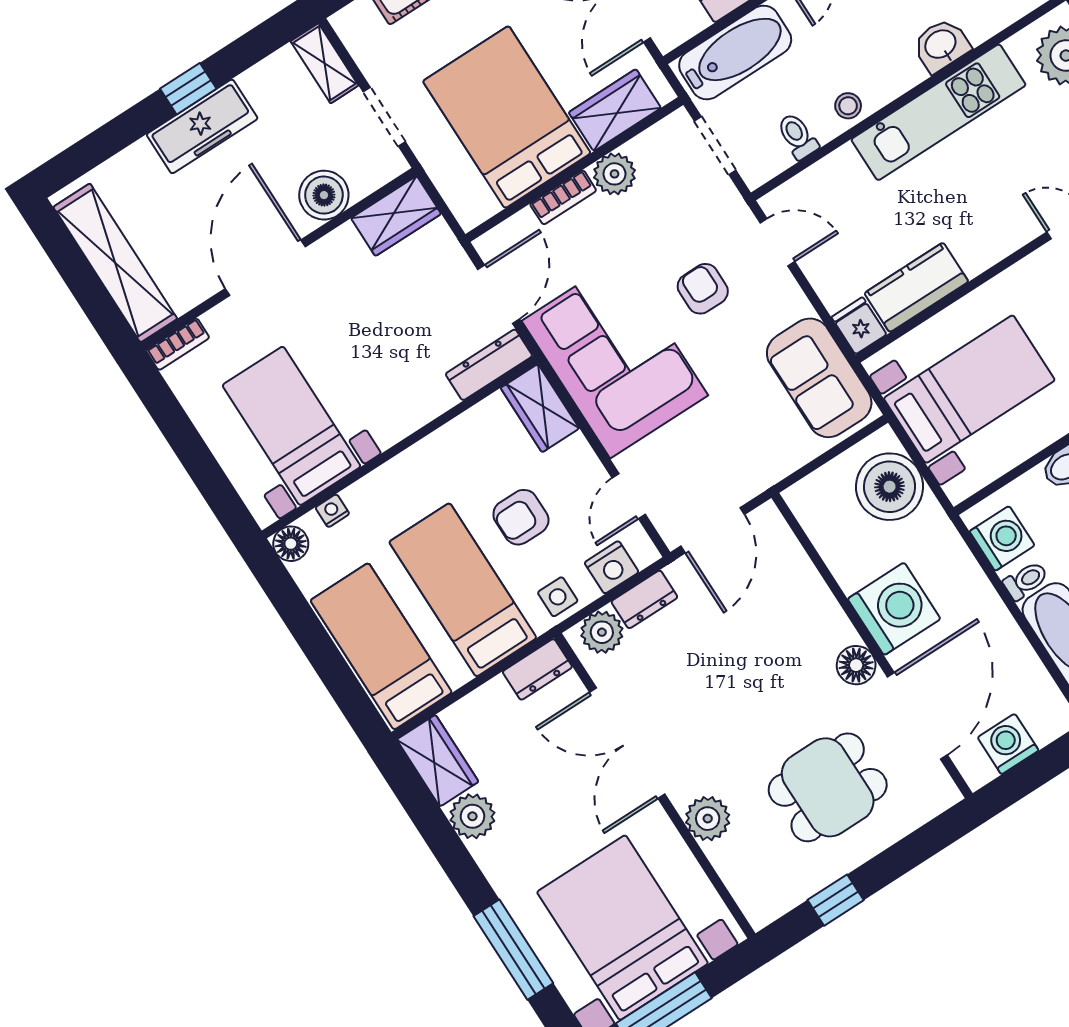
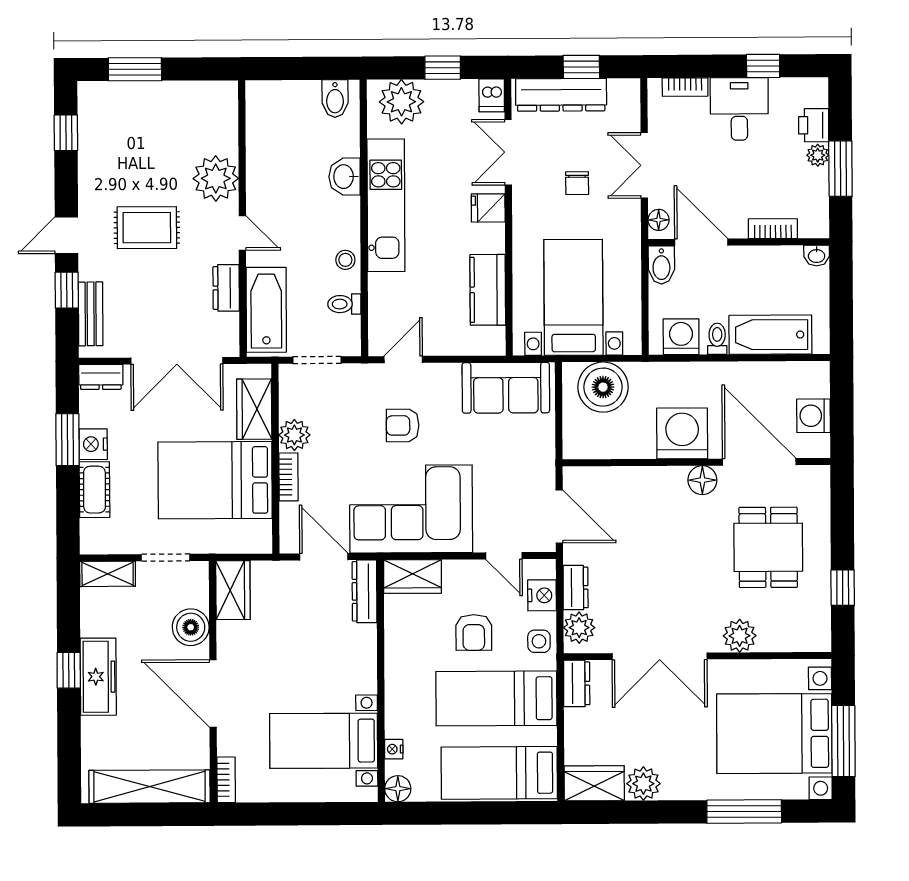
fridge: (859, 326) -> (488, 208), moved

